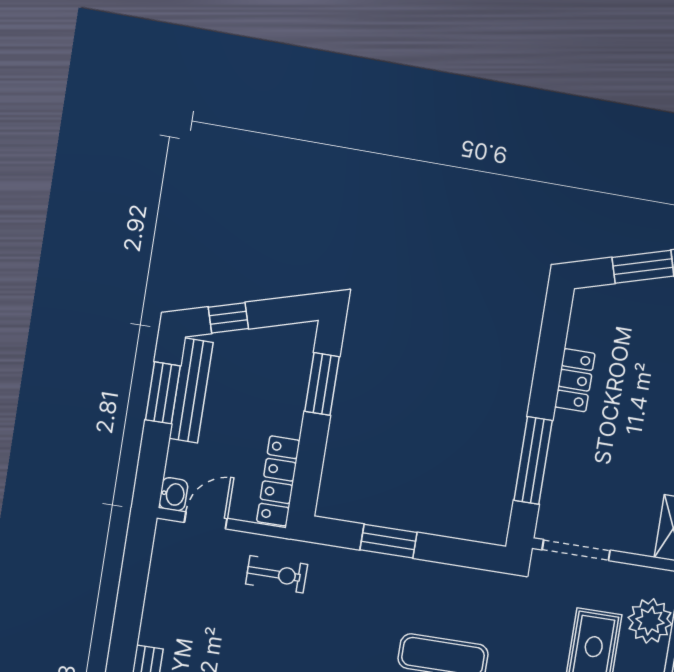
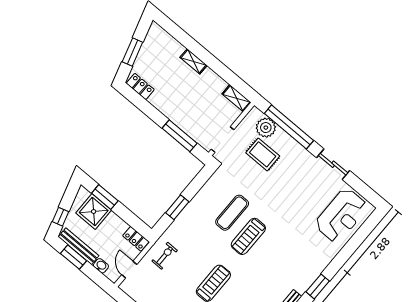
shower: (279, 379) -> (94, 211), added
locker: (575, 380) -> (140, 86), moved
locker: (278, 481) -> (136, 239), width x0.66
washbasin: (173, 494) -> (101, 266), moved

